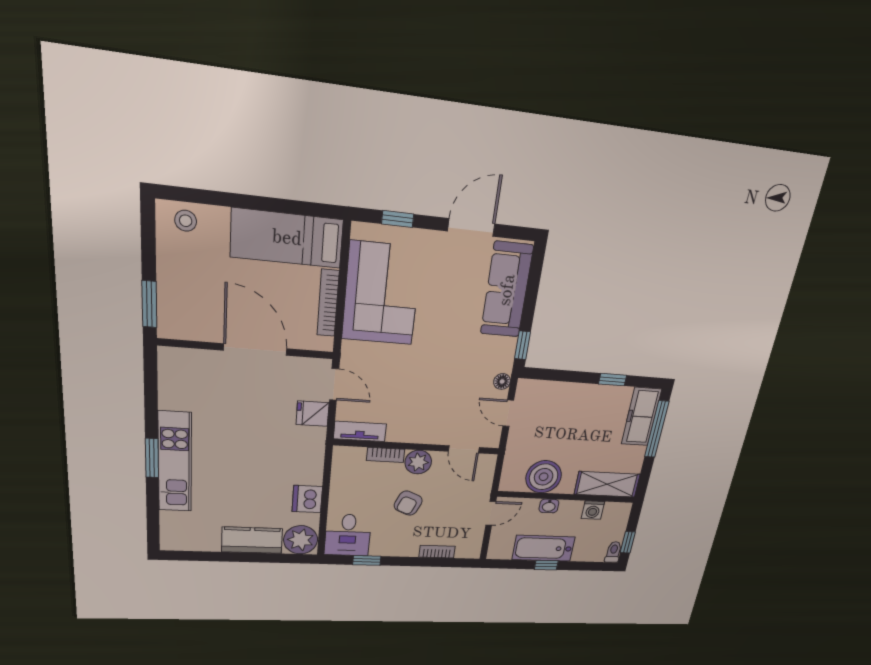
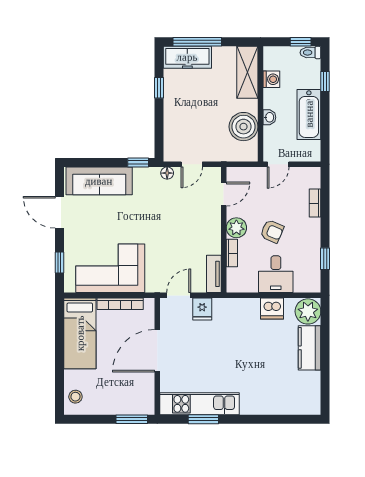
window: (152, 458) -> (203, 419), moved
kitchen unit: (175, 462) -> (200, 404), moved
door: (491, 513) -> (278, 164), swing flipped
desk: (348, 535) -> (276, 274), moved, turned 90
window: (546, 565) -> (325, 82), moved

